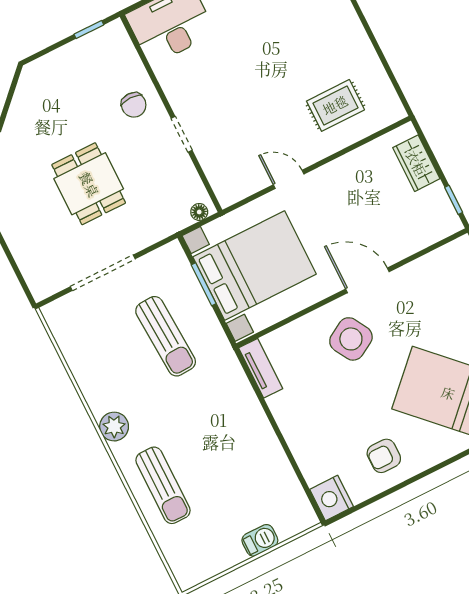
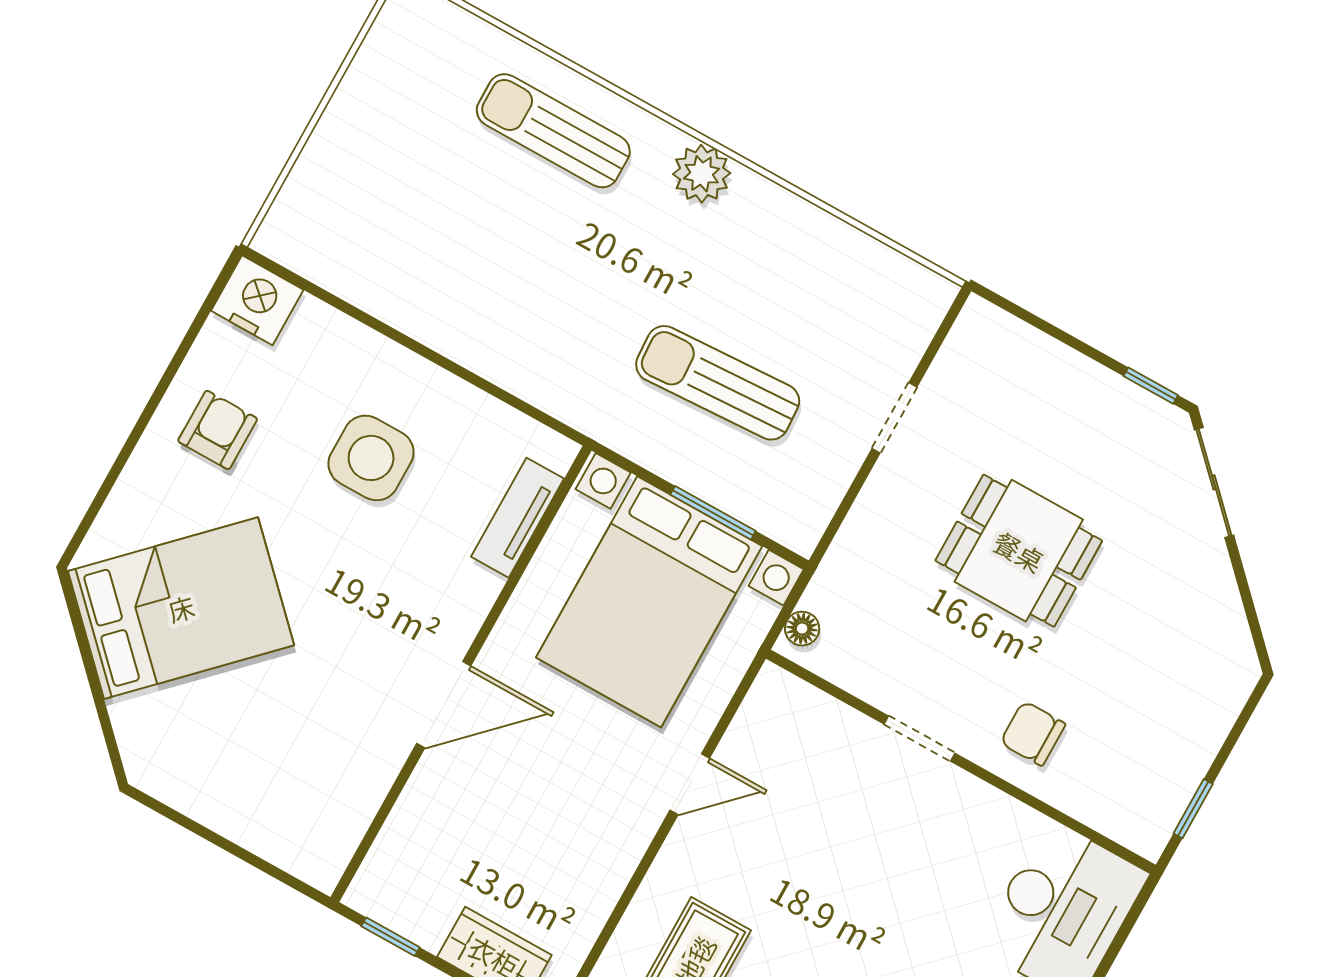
doorway: (103, 273) -> (895, 418), width x0.53
side table: (351, 339) -> (371, 458), moved, turned 30
tv unit: (261, 368) -> (518, 518), moved, turned 90
barbecue: (260, 540) -> (329, 148), removed

